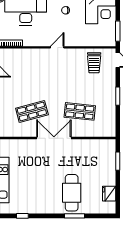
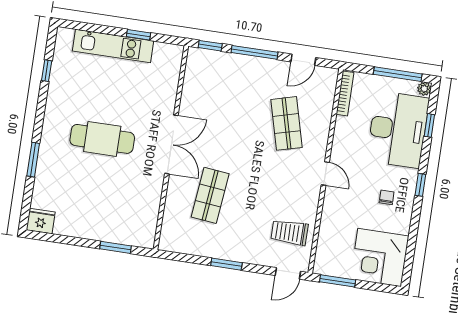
shop shelf: (32, 111) -> (286, 123), moved
cafe table: (72, 193) -> (102, 139), moved
fridge: (109, 194) -> (41, 221), moved

